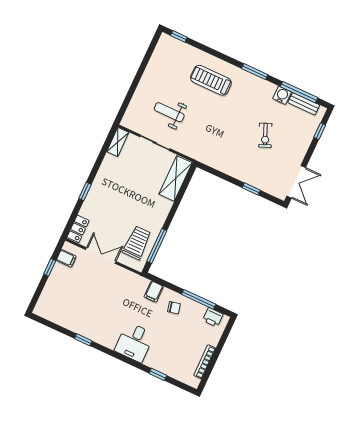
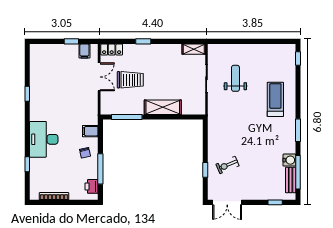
exercise bike: (265, 135) -> (228, 165), moved
shelving: (176, 178) -> (163, 107), moved
trolley: (137, 243) -> (130, 80), moved
desk: (134, 342) -> (44, 139), width x1.37

